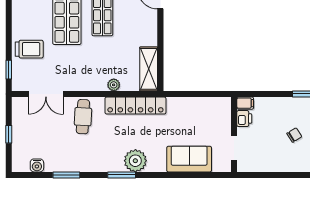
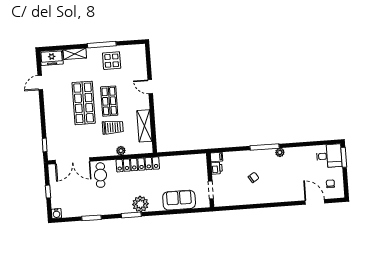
trolley: (29, 49) -> (113, 127), moved
shelving: (149, 69) -> (144, 126), moved
double door: (46, 94) -> (73, 161), width x1.37
water cooler: (37, 165) -> (56, 214), moved

